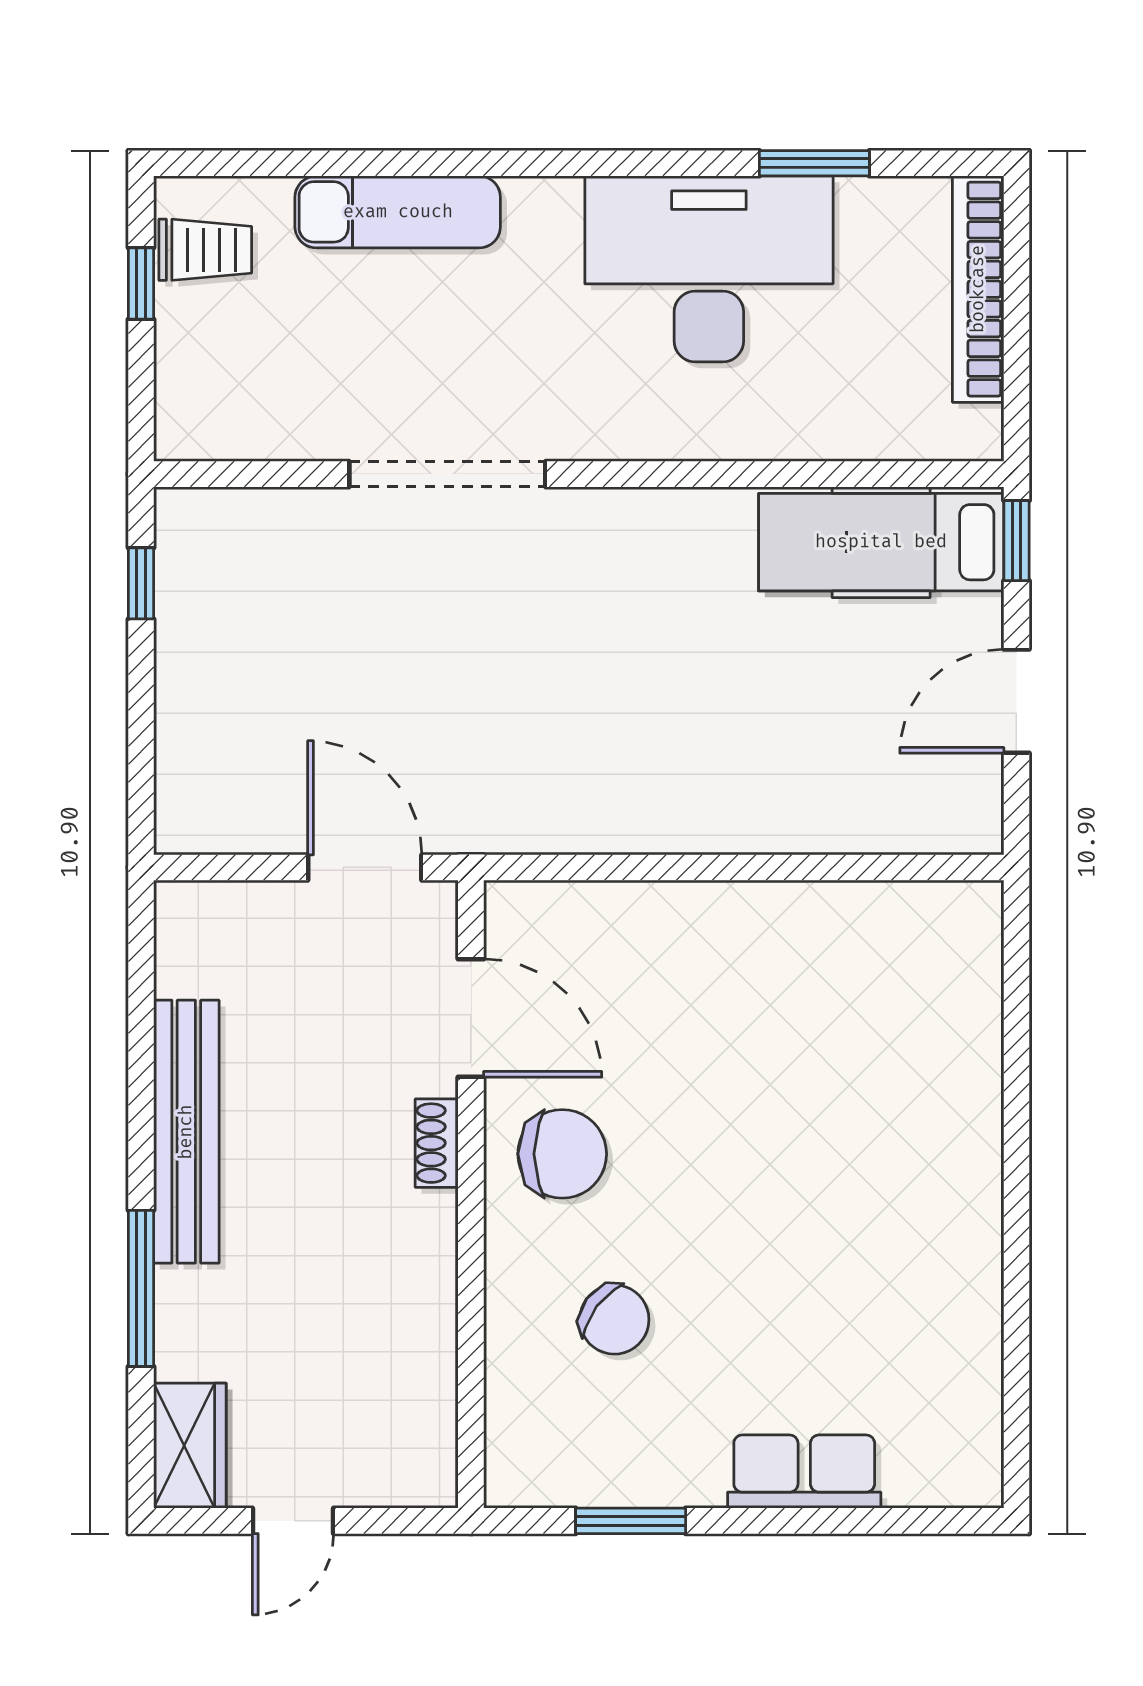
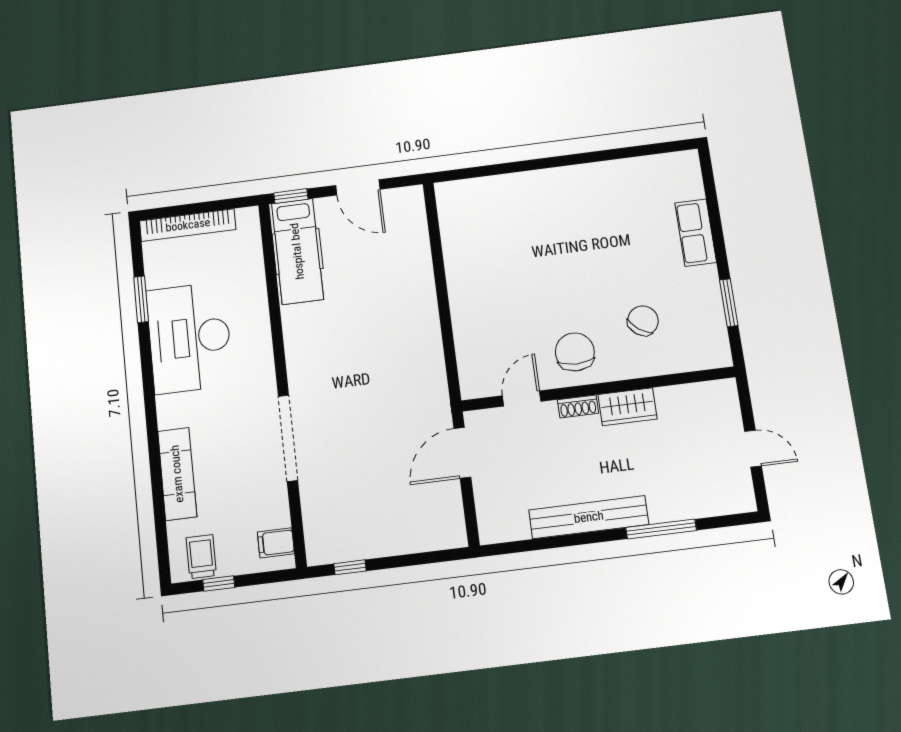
filing cabinet: (215, 422) -> (276, 543), added
door: (471, 1018) -> (522, 399), width x0.73
wardrobe: (190, 1446) -> (628, 407), moved, turned 180

